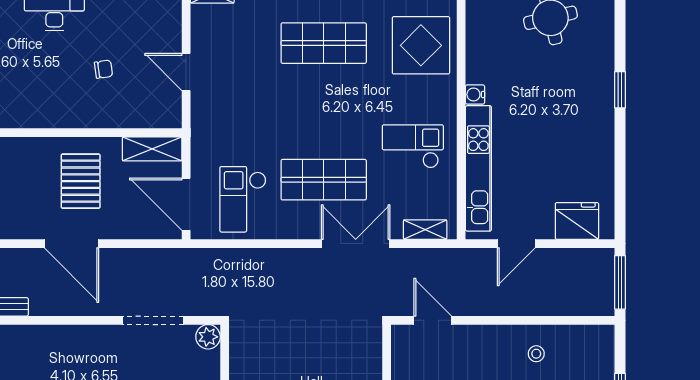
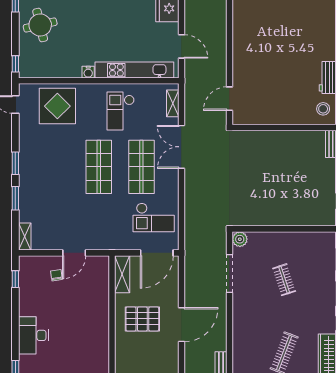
shop shelf: (324, 43) -> (99, 167), moved
chair: (103, 69) -> (56, 275), moved
stool: (536, 354) -> (250, 34), removed

